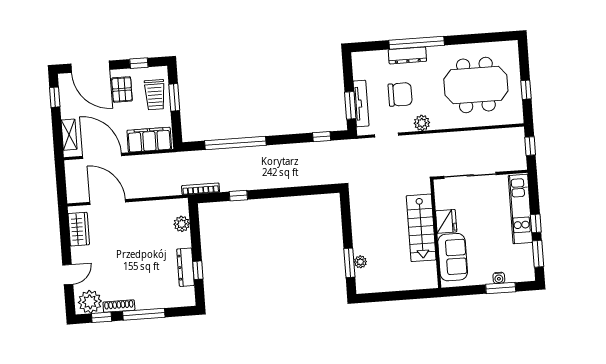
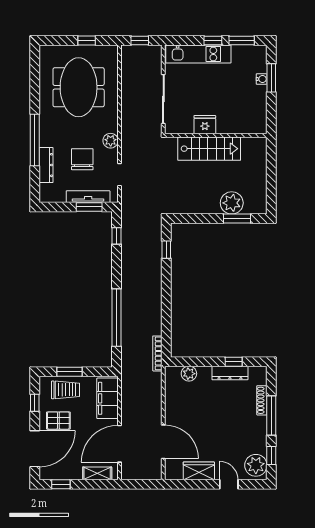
dresser: (407, 55) -> (46, 165), moved
window: (238, 196) -> (166, 250), moved
door: (108, 202) -> (163, 442), swing flipped
wardrobe: (79, 229) -> (199, 471), moved
sofa: (453, 257) -> (239, 121), removed
plant: (360, 262) -> (232, 203), width x1.87, depth x1.87
shoe rack: (119, 306) -> (262, 400), moved

